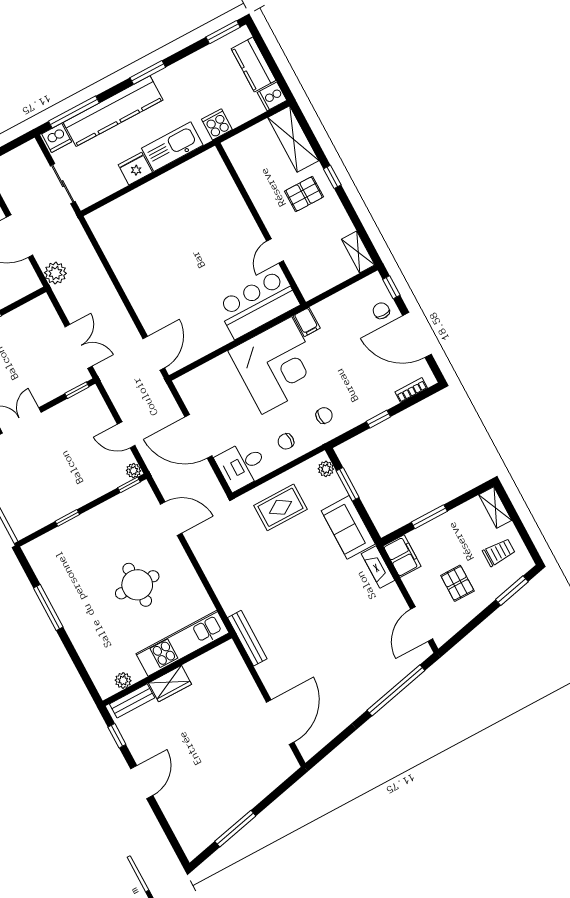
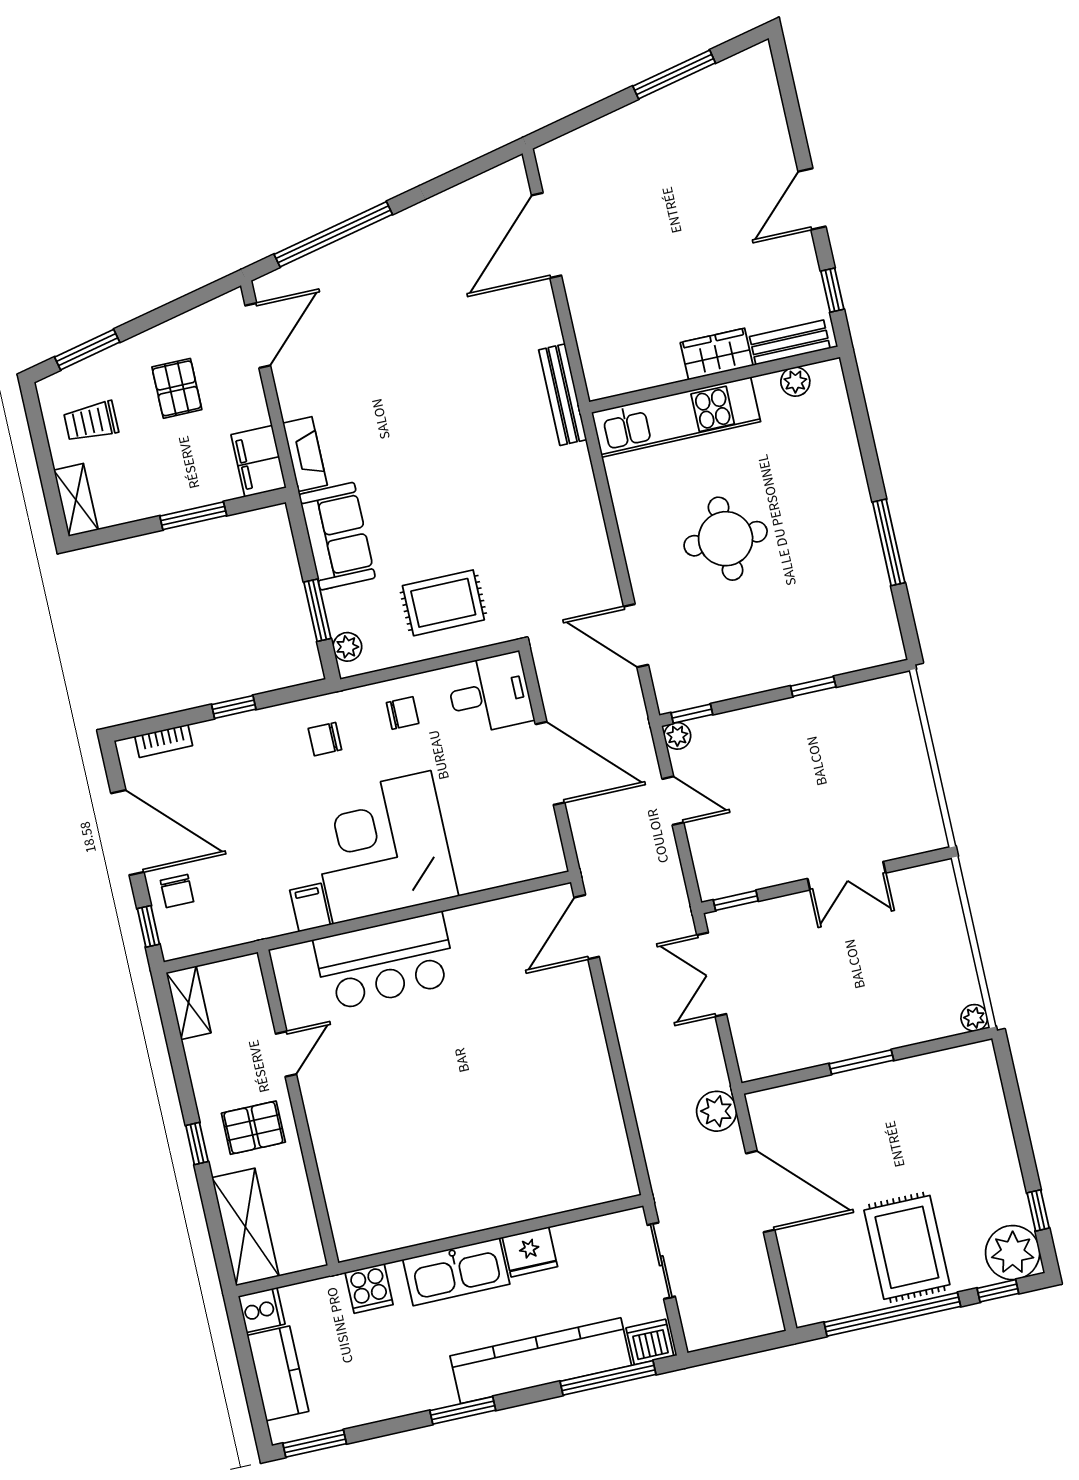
wall: (260, 224) -> (298, 1107), moved
door: (275, 251) -> (286, 1054), moved

